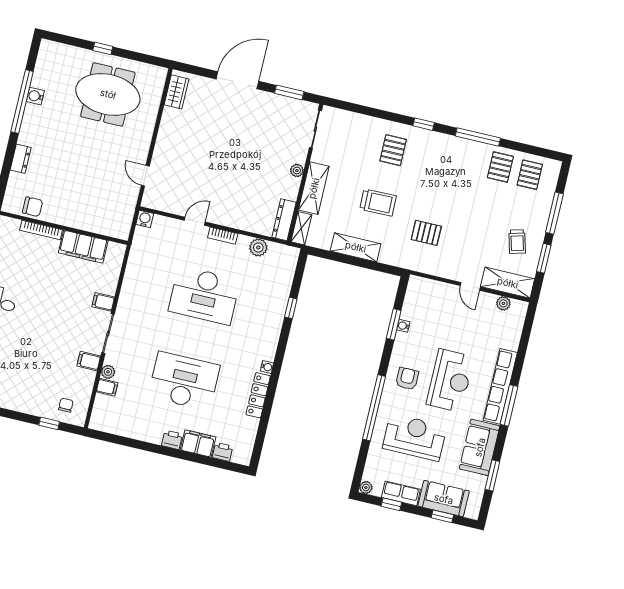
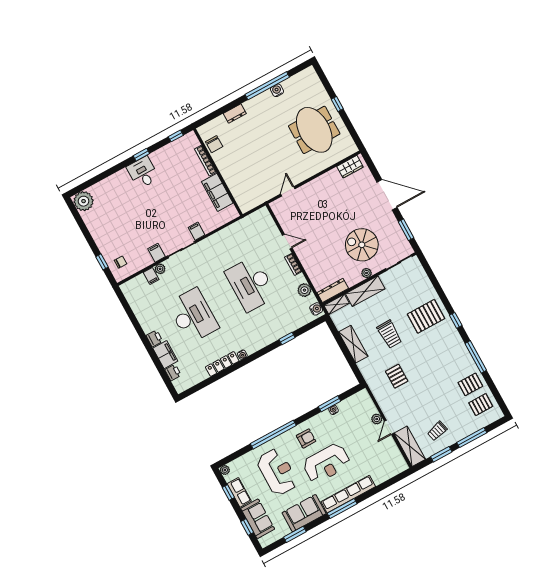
spiral stairs: (265, 150) -> (362, 245), added
pallet: (393, 150) -> (426, 316), width x1.50, depth x1.42
water cooler: (145, 219) -> (316, 309), moved
plant: (503, 303) -> (377, 419), moved

